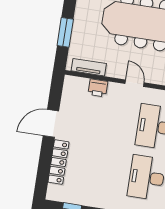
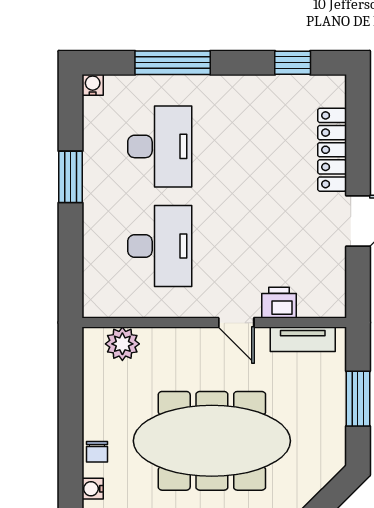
door: (135, 83) -> (236, 323), moved

